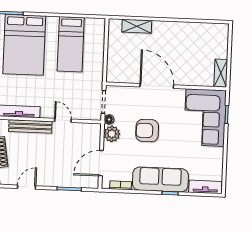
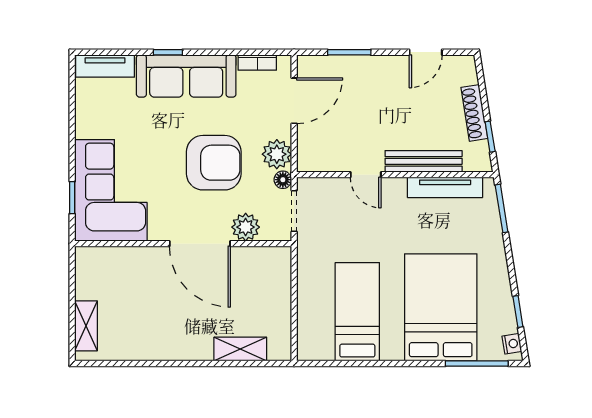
shelving: (221, 73) -> (86, 326), moved
plant: (131, 94) -> (246, 227), added
armchair: (147, 131) -> (214, 163), width x1.36, depth x1.36

